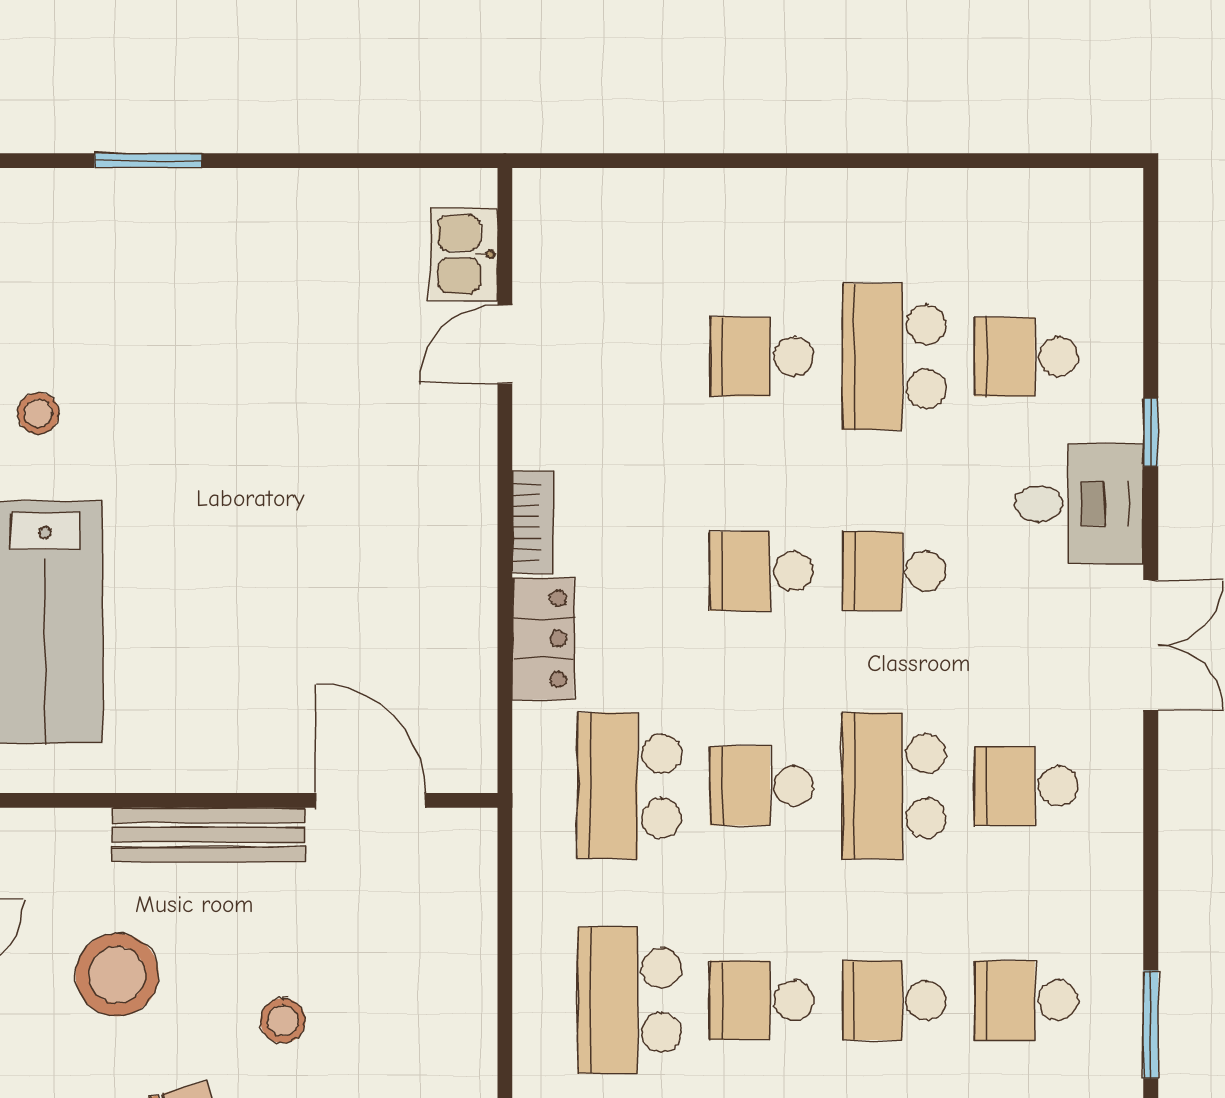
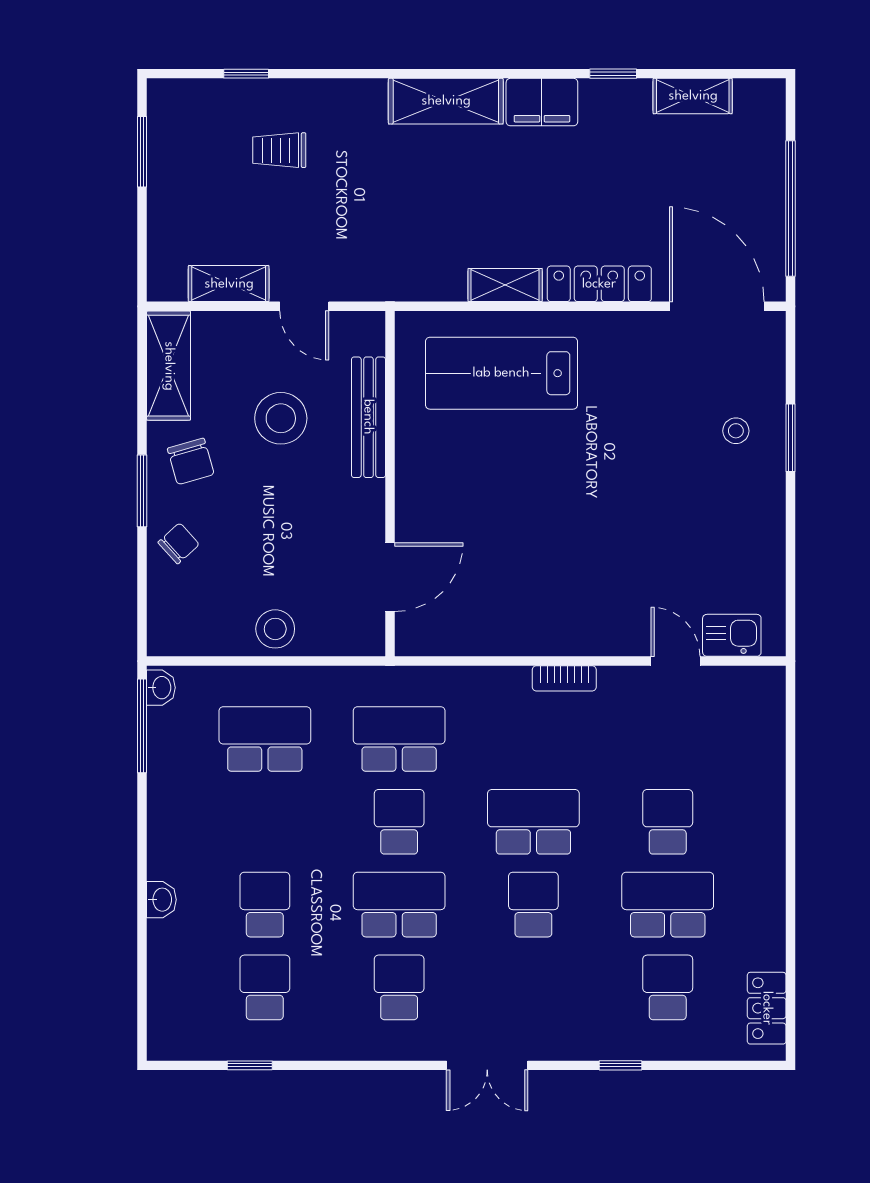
stool: (38, 413) -> (736, 431), moved
desk: (1079, 504) -> (576, 1020), removed
school desk: (762, 571) -> (533, 822), width x1.85
locker: (543, 639) -> (767, 1008), moved, turned 90
bench: (209, 835) -> (368, 417), moved
school desk: (762, 1000) -> (265, 822), removed
stool: (283, 1021) -> (275, 629), moved, width x1.37, depth x1.37
window: (1151, 1024) -> (250, 1065), width x0.67

